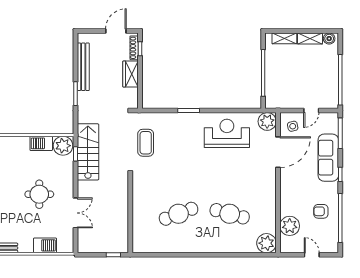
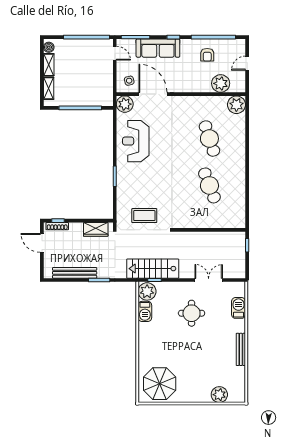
wardrobe: (131, 74) -> (96, 229), moved
door: (311, 111) -> (115, 53), moved
cafe table: (230, 214) -> (209, 139), turned -33

